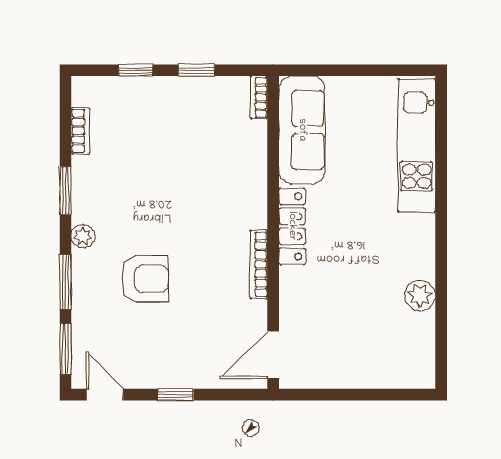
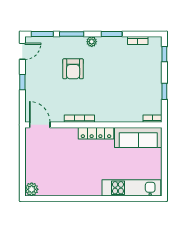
window: (136, 70) -> (164, 54), moved
plant: (420, 295) -> (32, 189), moved

